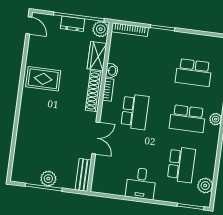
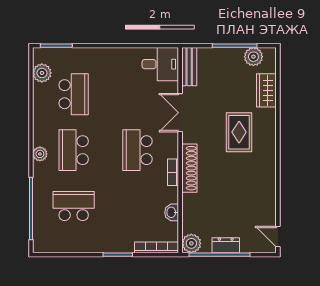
wardrobe: (97, 56) -> (266, 90), moved, turned 180
washbasin: (112, 71) -> (172, 212), moved
rug: (43, 79) -> (239, 132), moved, turned 90
school desk: (188, 119) -> (74, 150), turned -90
school desk: (181, 165) -> (74, 94), turned 180
plant: (48, 179) -> (253, 57), moved
desk: (141, 183) -> (160, 64), moved, turned 90

